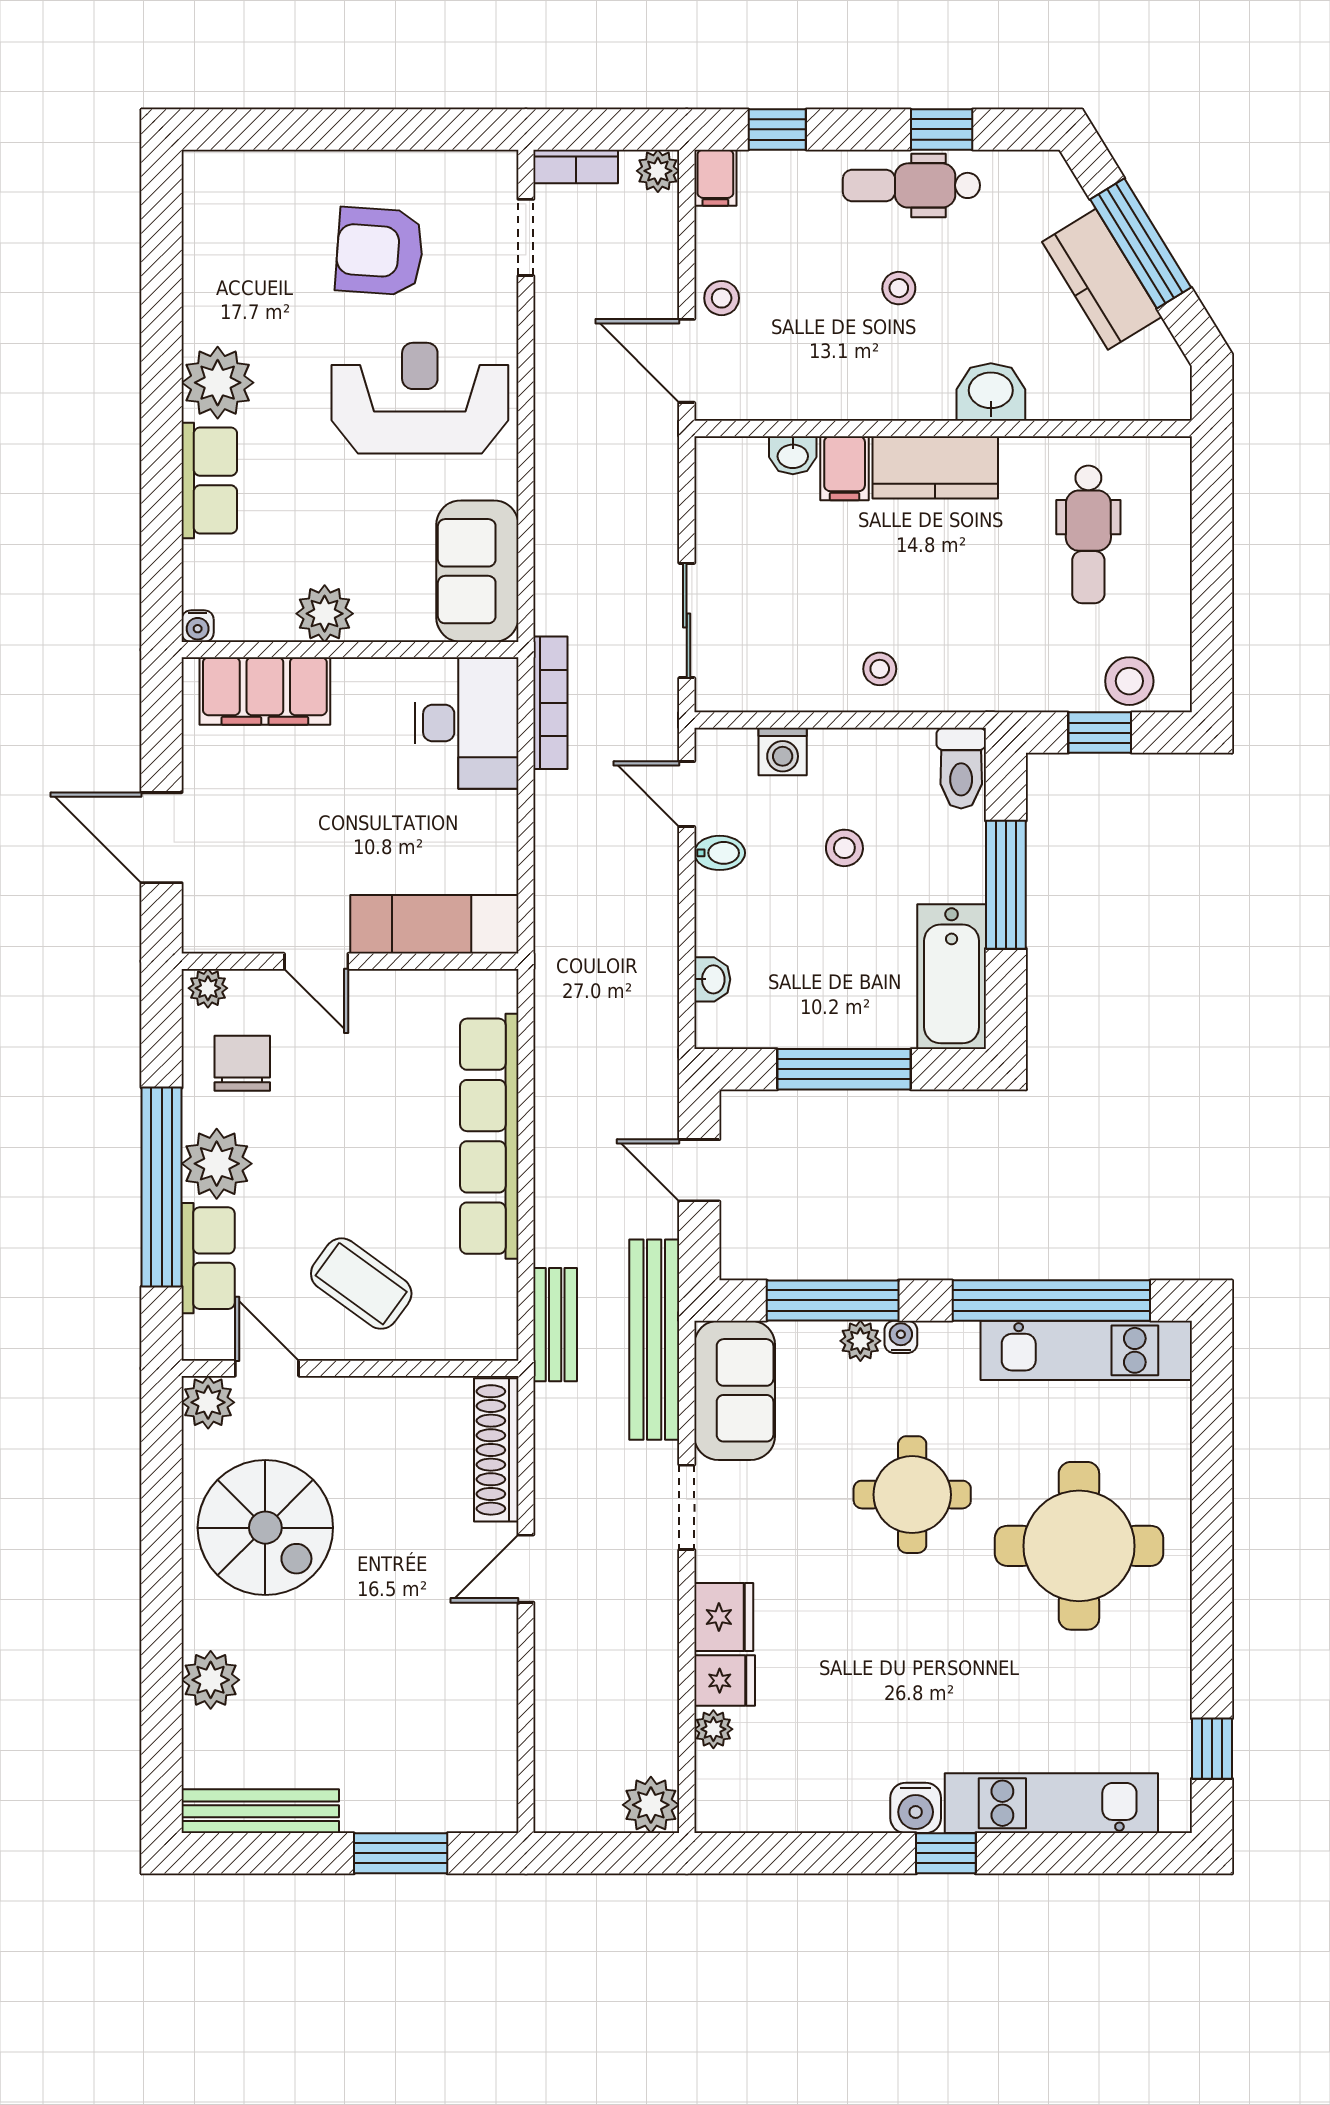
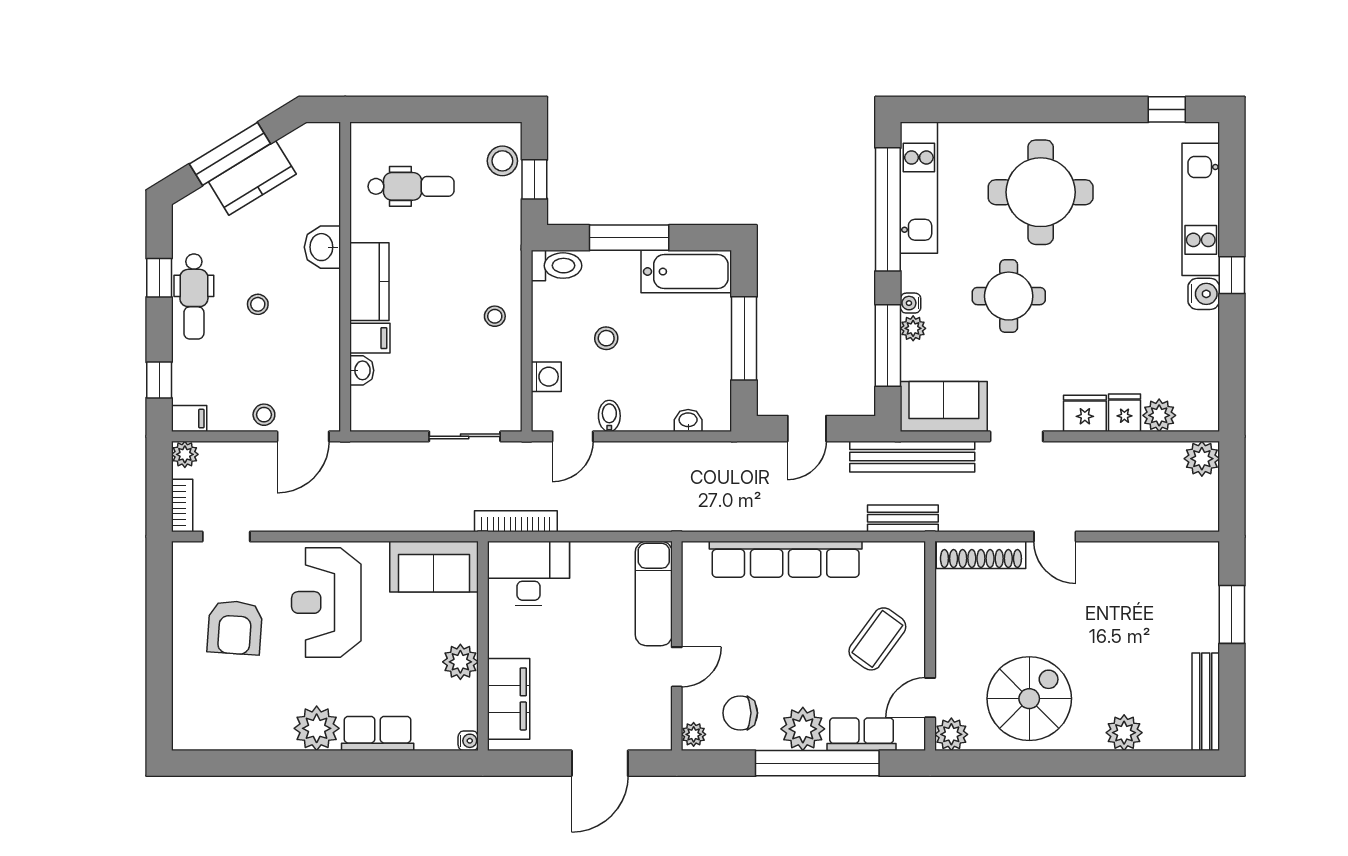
plant: (713, 1729) -> (1159, 415), width x1.38, depth x1.38

